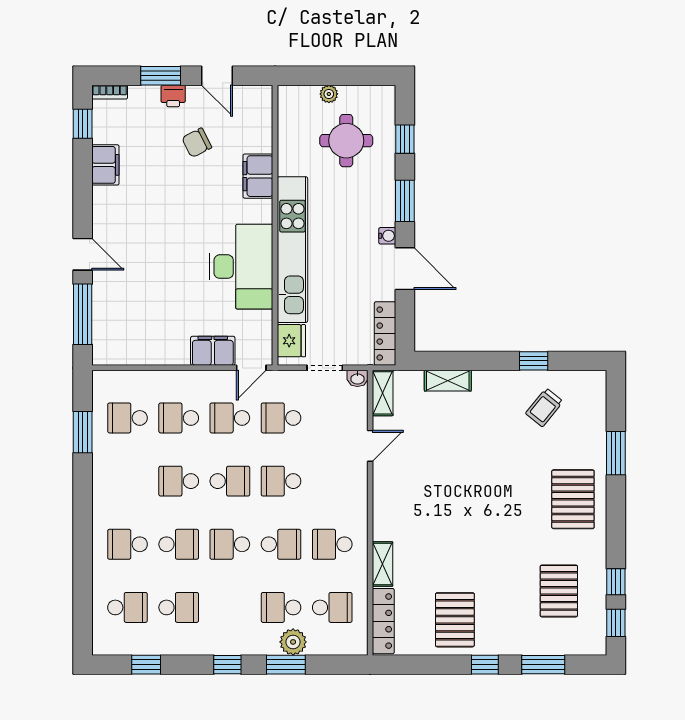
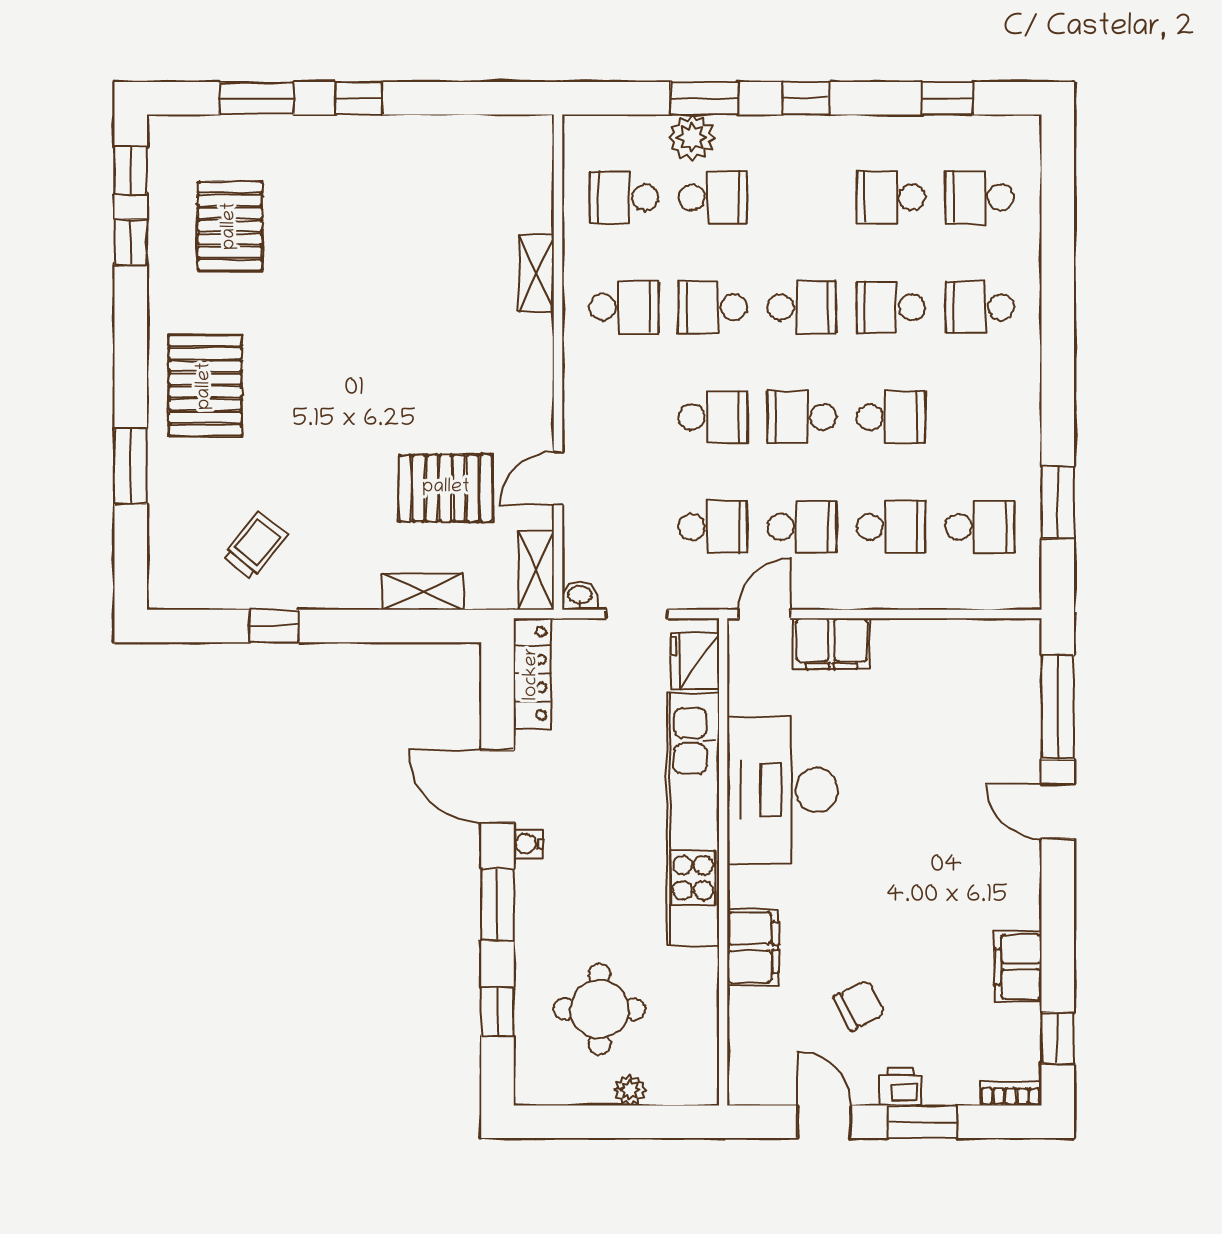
school desk: (127, 544) -> (980, 307), turned 180
pallet: (455, 620) -> (446, 488), moved, turned 90
locker: (383, 621) -> (535, 174), removed

